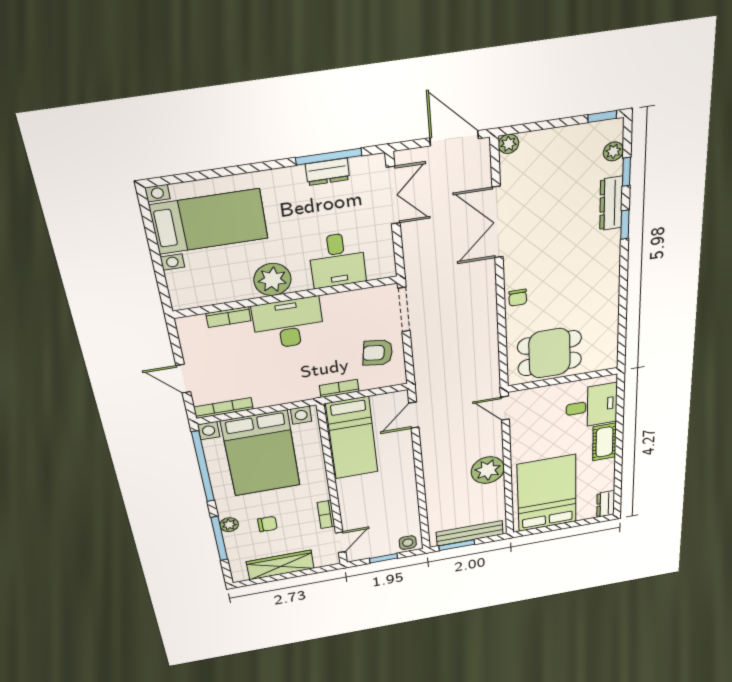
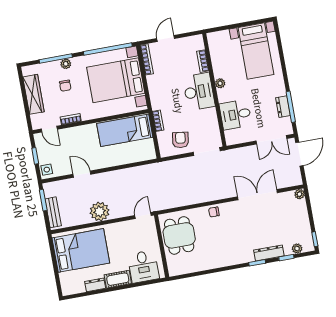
door: (454, 138) -> (299, 154), moved
plant: (272, 280) -> (220, 83), width x0.53, depth x0.53
door: (414, 415) -> (82, 174), moved
dresser: (606, 504) -> (95, 285), moved
bench: (470, 533) -> (53, 212), width x0.73

